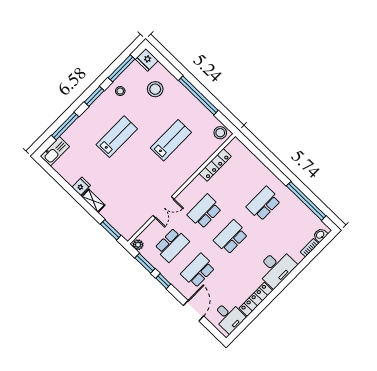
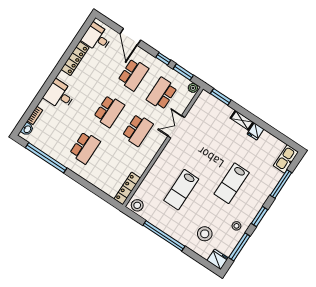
locker: (215, 165) -> (127, 188), moved
desk: (276, 268) -> (60, 95), width x0.73

